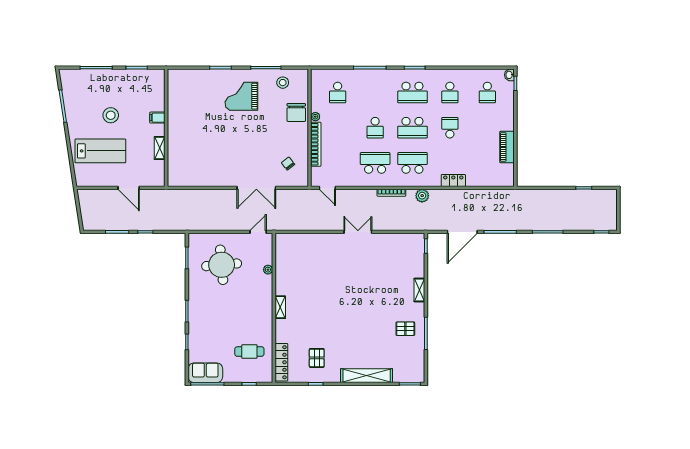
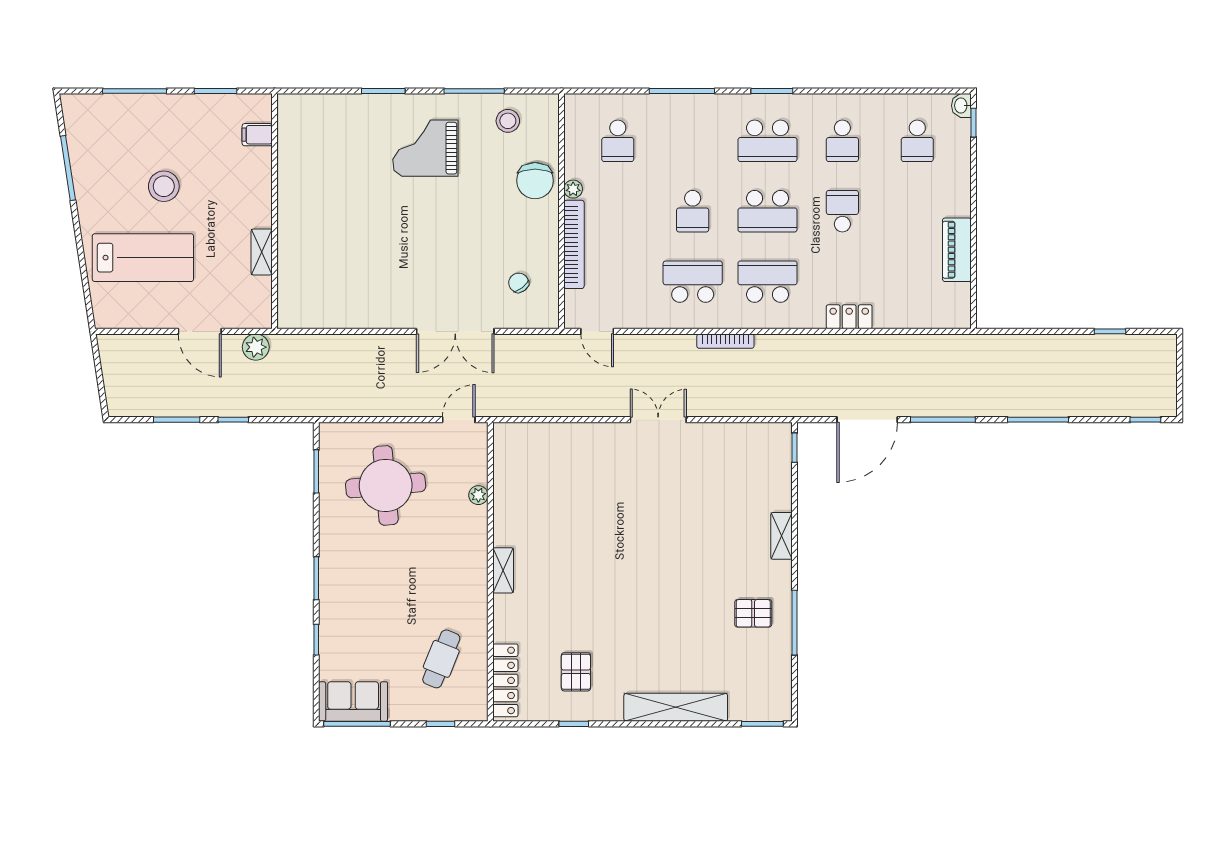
filing cabinet: (157, 118) -> (257, 135), moved
plant: (422, 196) -> (256, 347), moved
cafe table: (249, 352) -> (441, 659), turned -68

